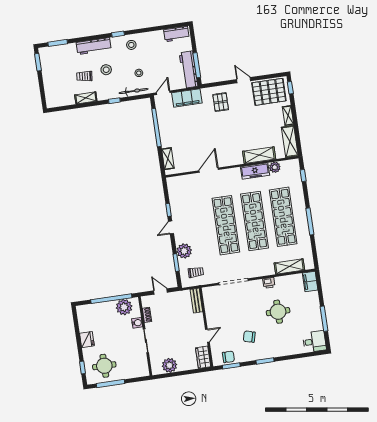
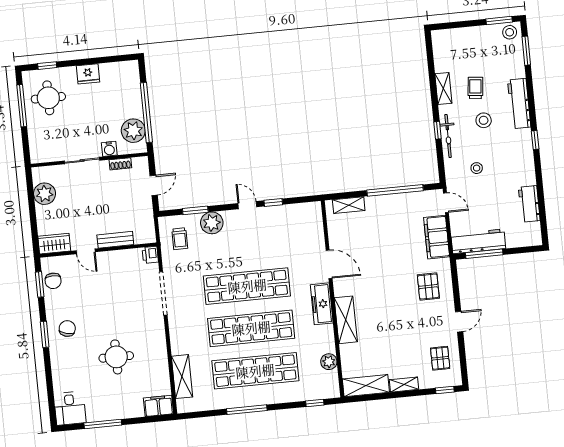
workbench: (176, 34) -> (529, 204), moved
stool: (131, 45) -> (510, 32), moved
bicycle: (134, 91) -> (448, 136), moved
pallet: (269, 92) -> (440, 358), width x0.49, depth x0.50
pallet: (221, 102) -> (428, 287), turned 90
shelving: (259, 155) -> (346, 320), moved
freezer: (255, 171) -> (322, 304), moved
printer: (269, 283) -> (150, 255), moved
bench: (196, 301) -> (115, 240), moved
chair: (249, 337) -> (67, 328), moved

